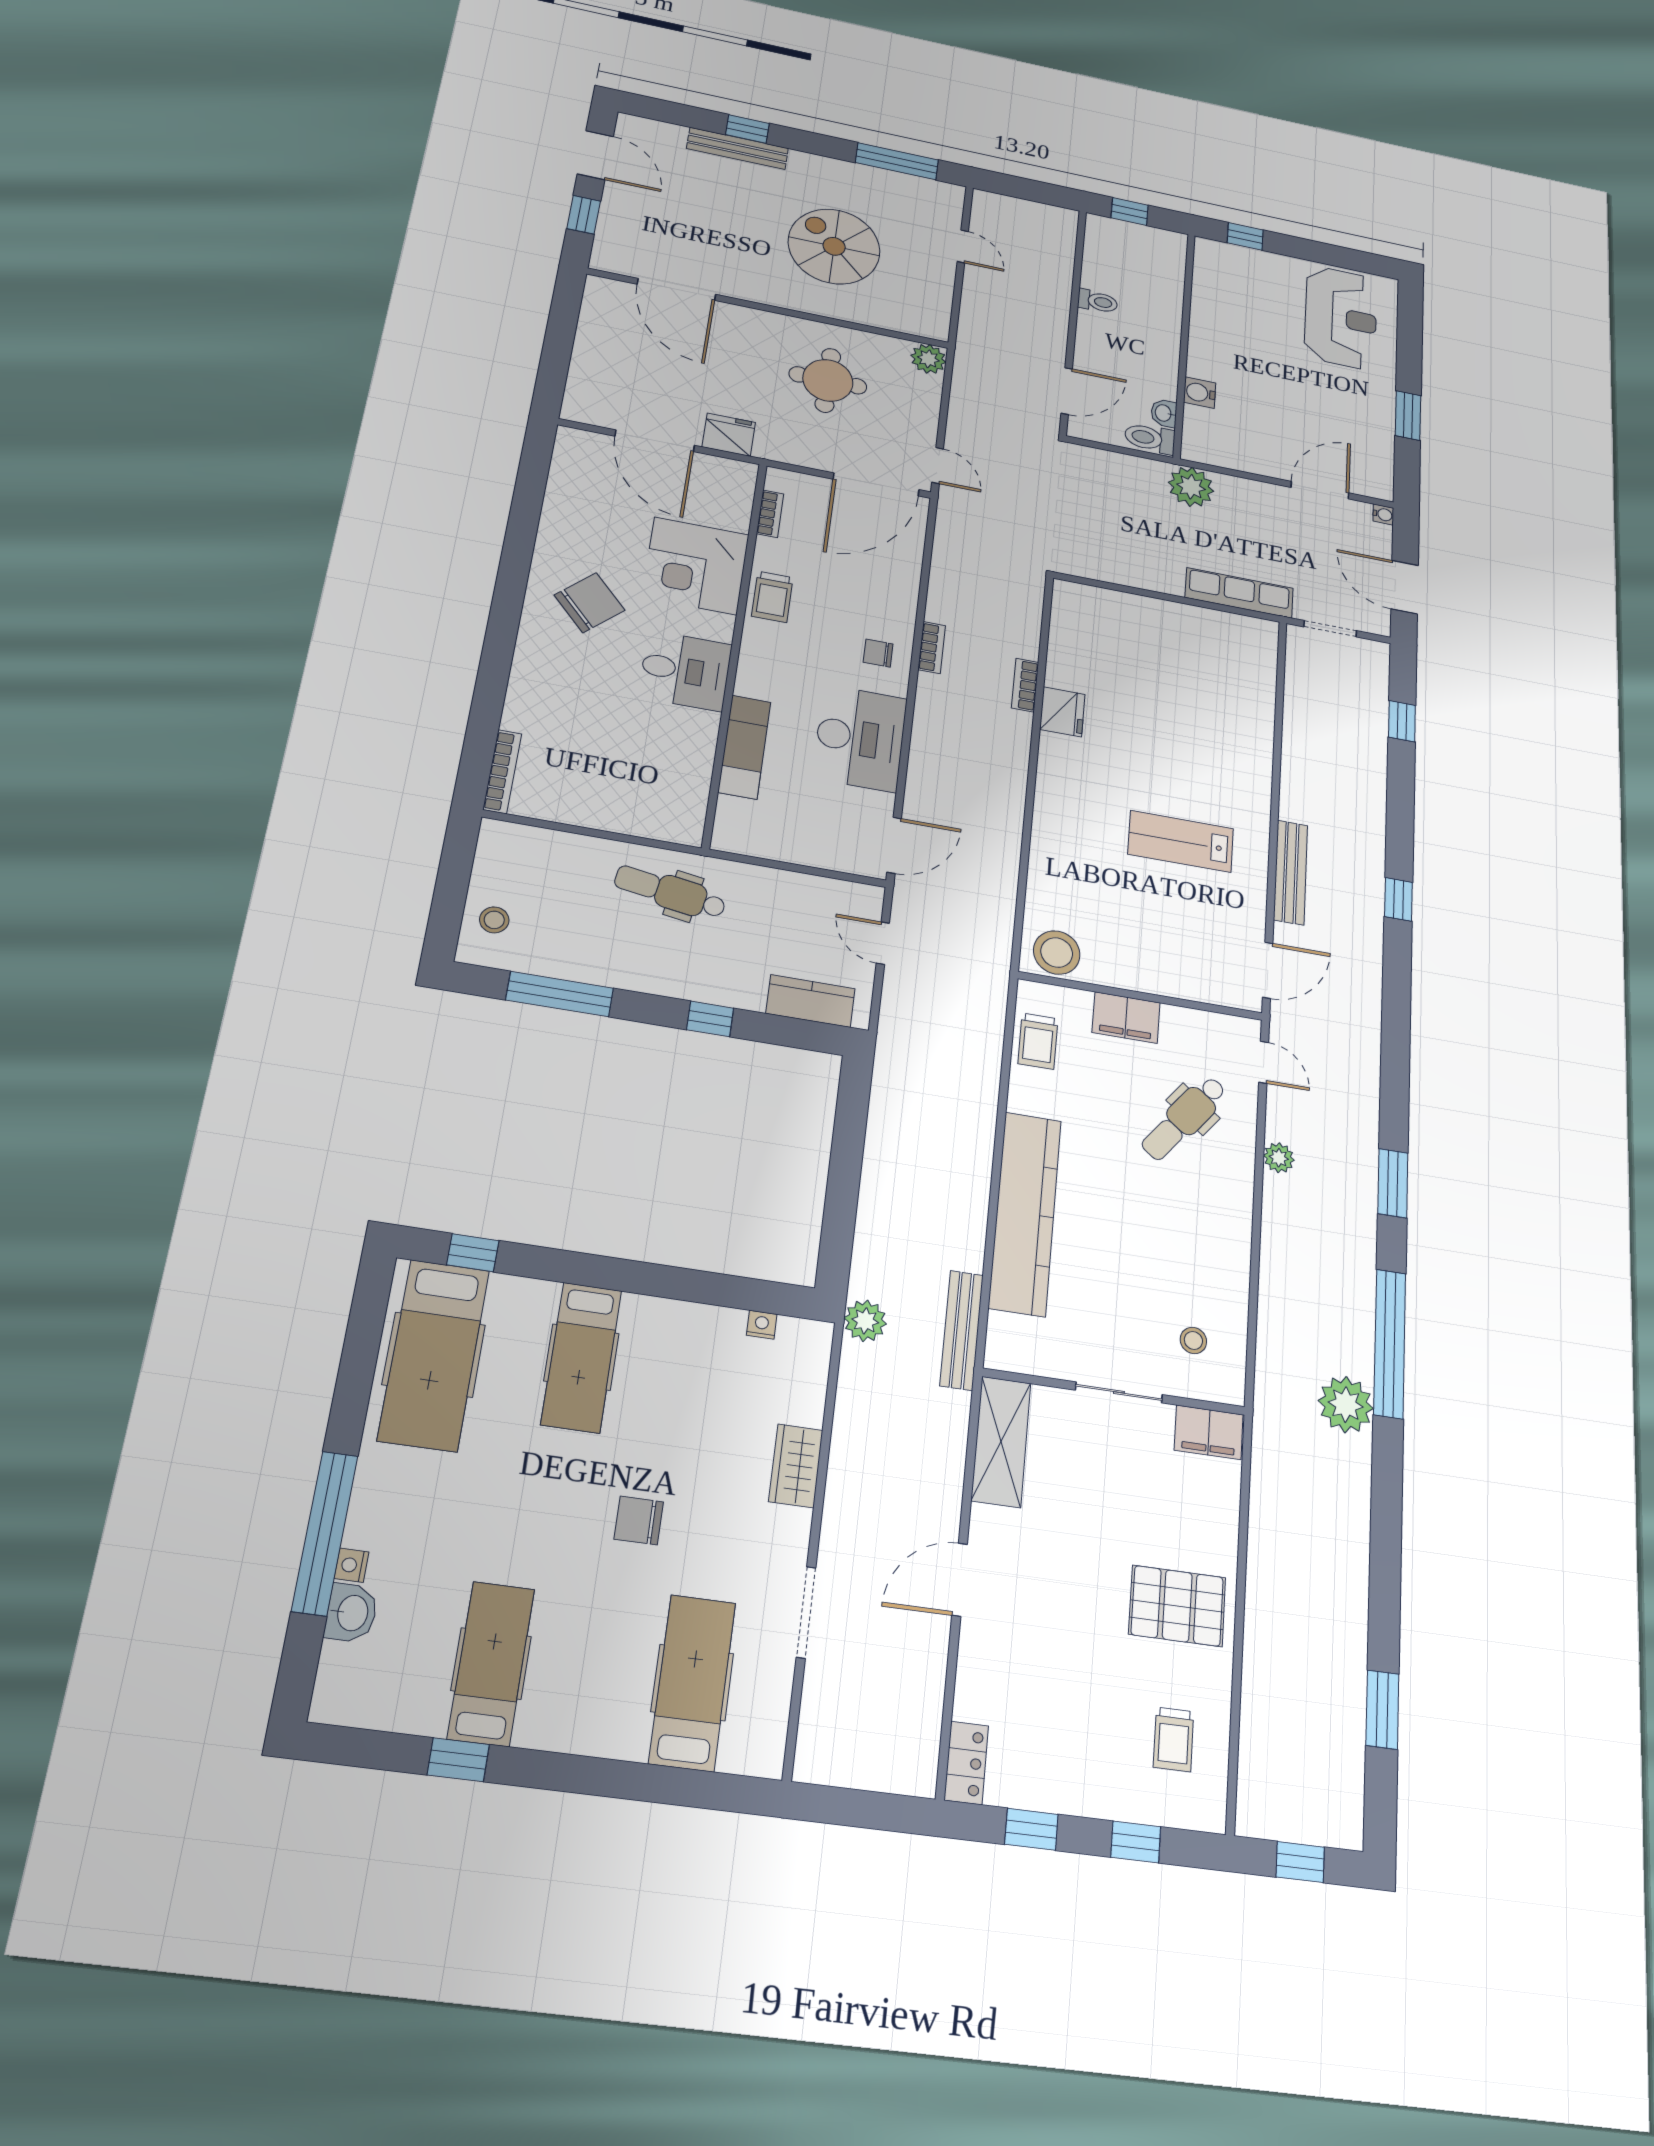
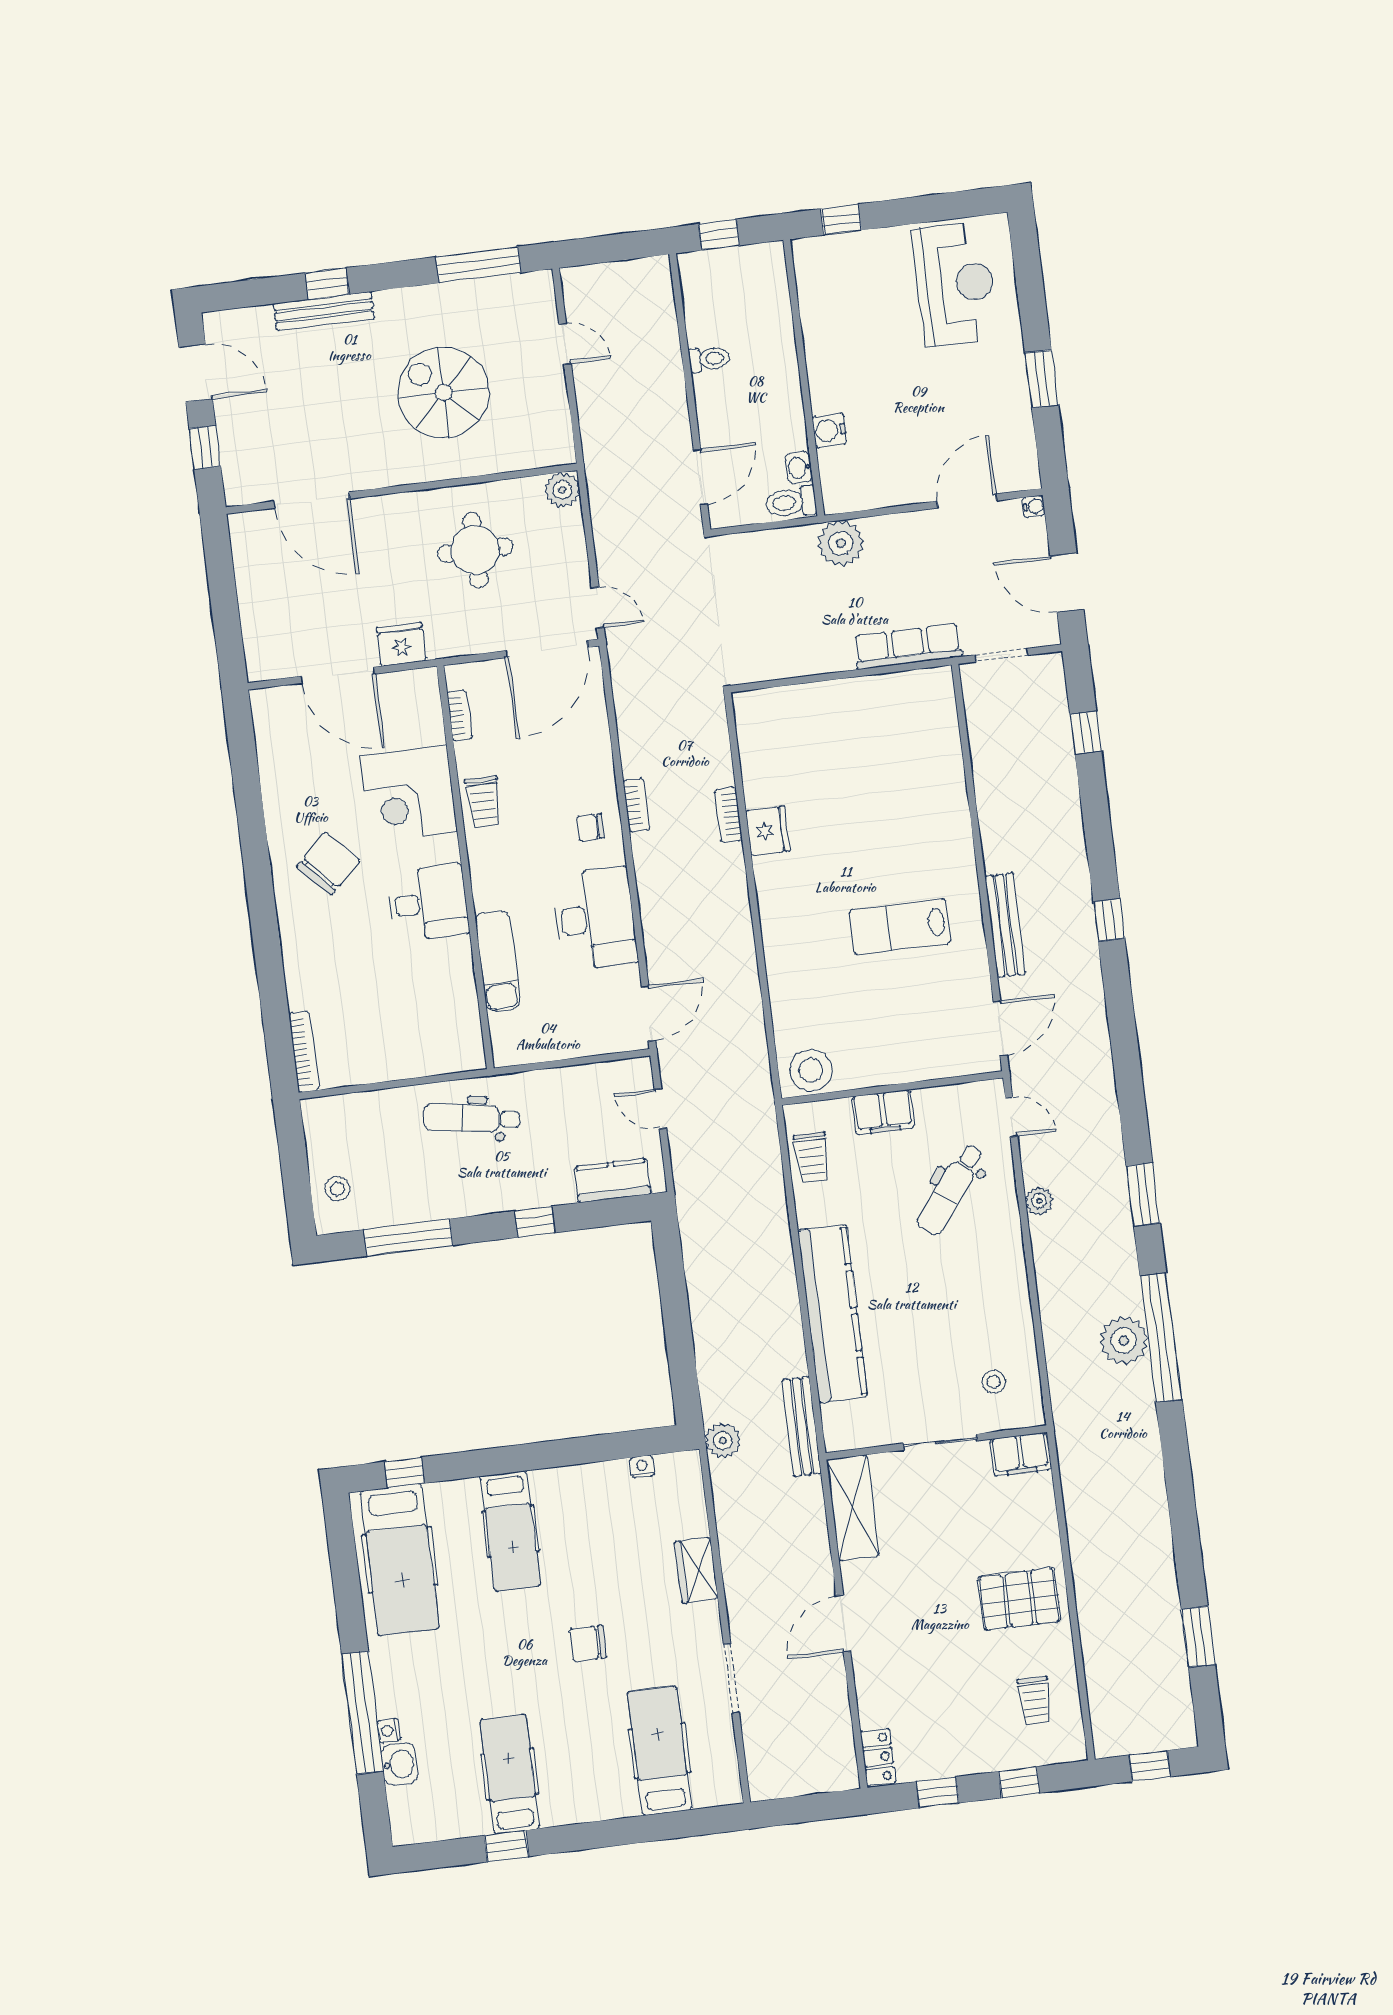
plant: (1346, 1405) -> (1124, 1341), moved

